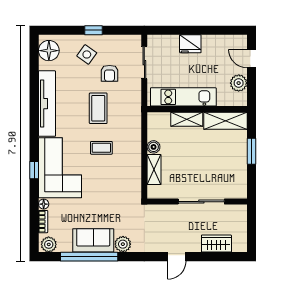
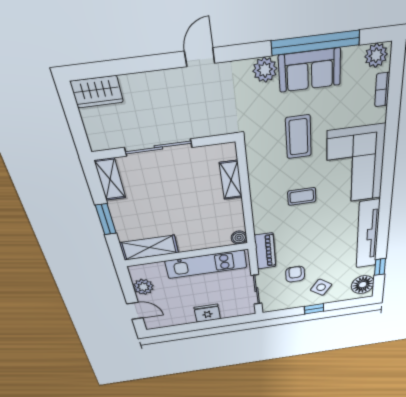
piano: (134, 102) -> (265, 251), added
coffee table: (98, 108) -> (298, 137), moved
shelving: (187, 119) -> (110, 179), moved, turned 90
boiler: (154, 147) -> (239, 238), moved
window: (34, 170) -> (380, 267), moved
floor lamp: (44, 204) -> (380, 115), removed
wardrobe: (216, 244) -> (97, 92), moved
door: (177, 257) -> (200, 57), moved

